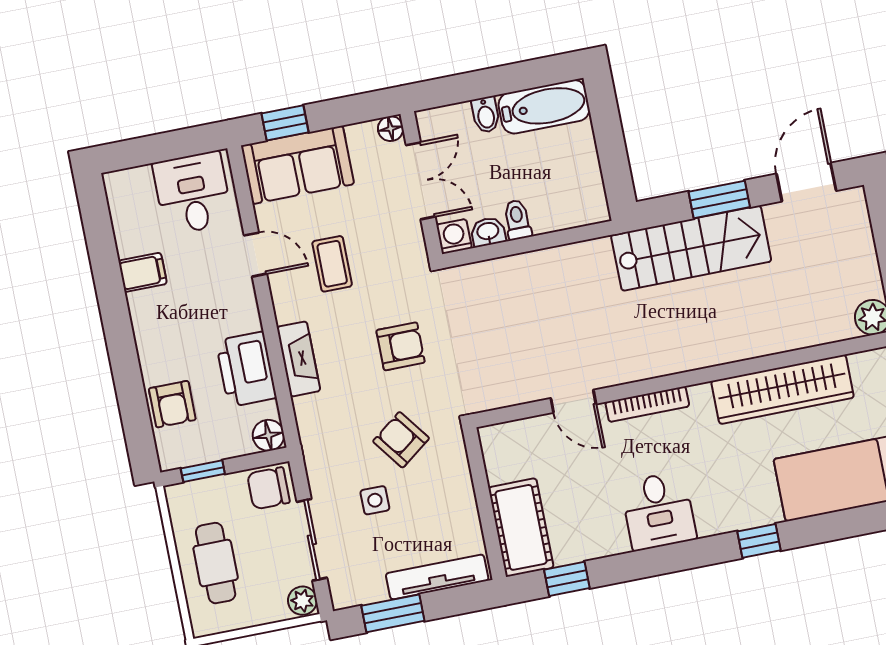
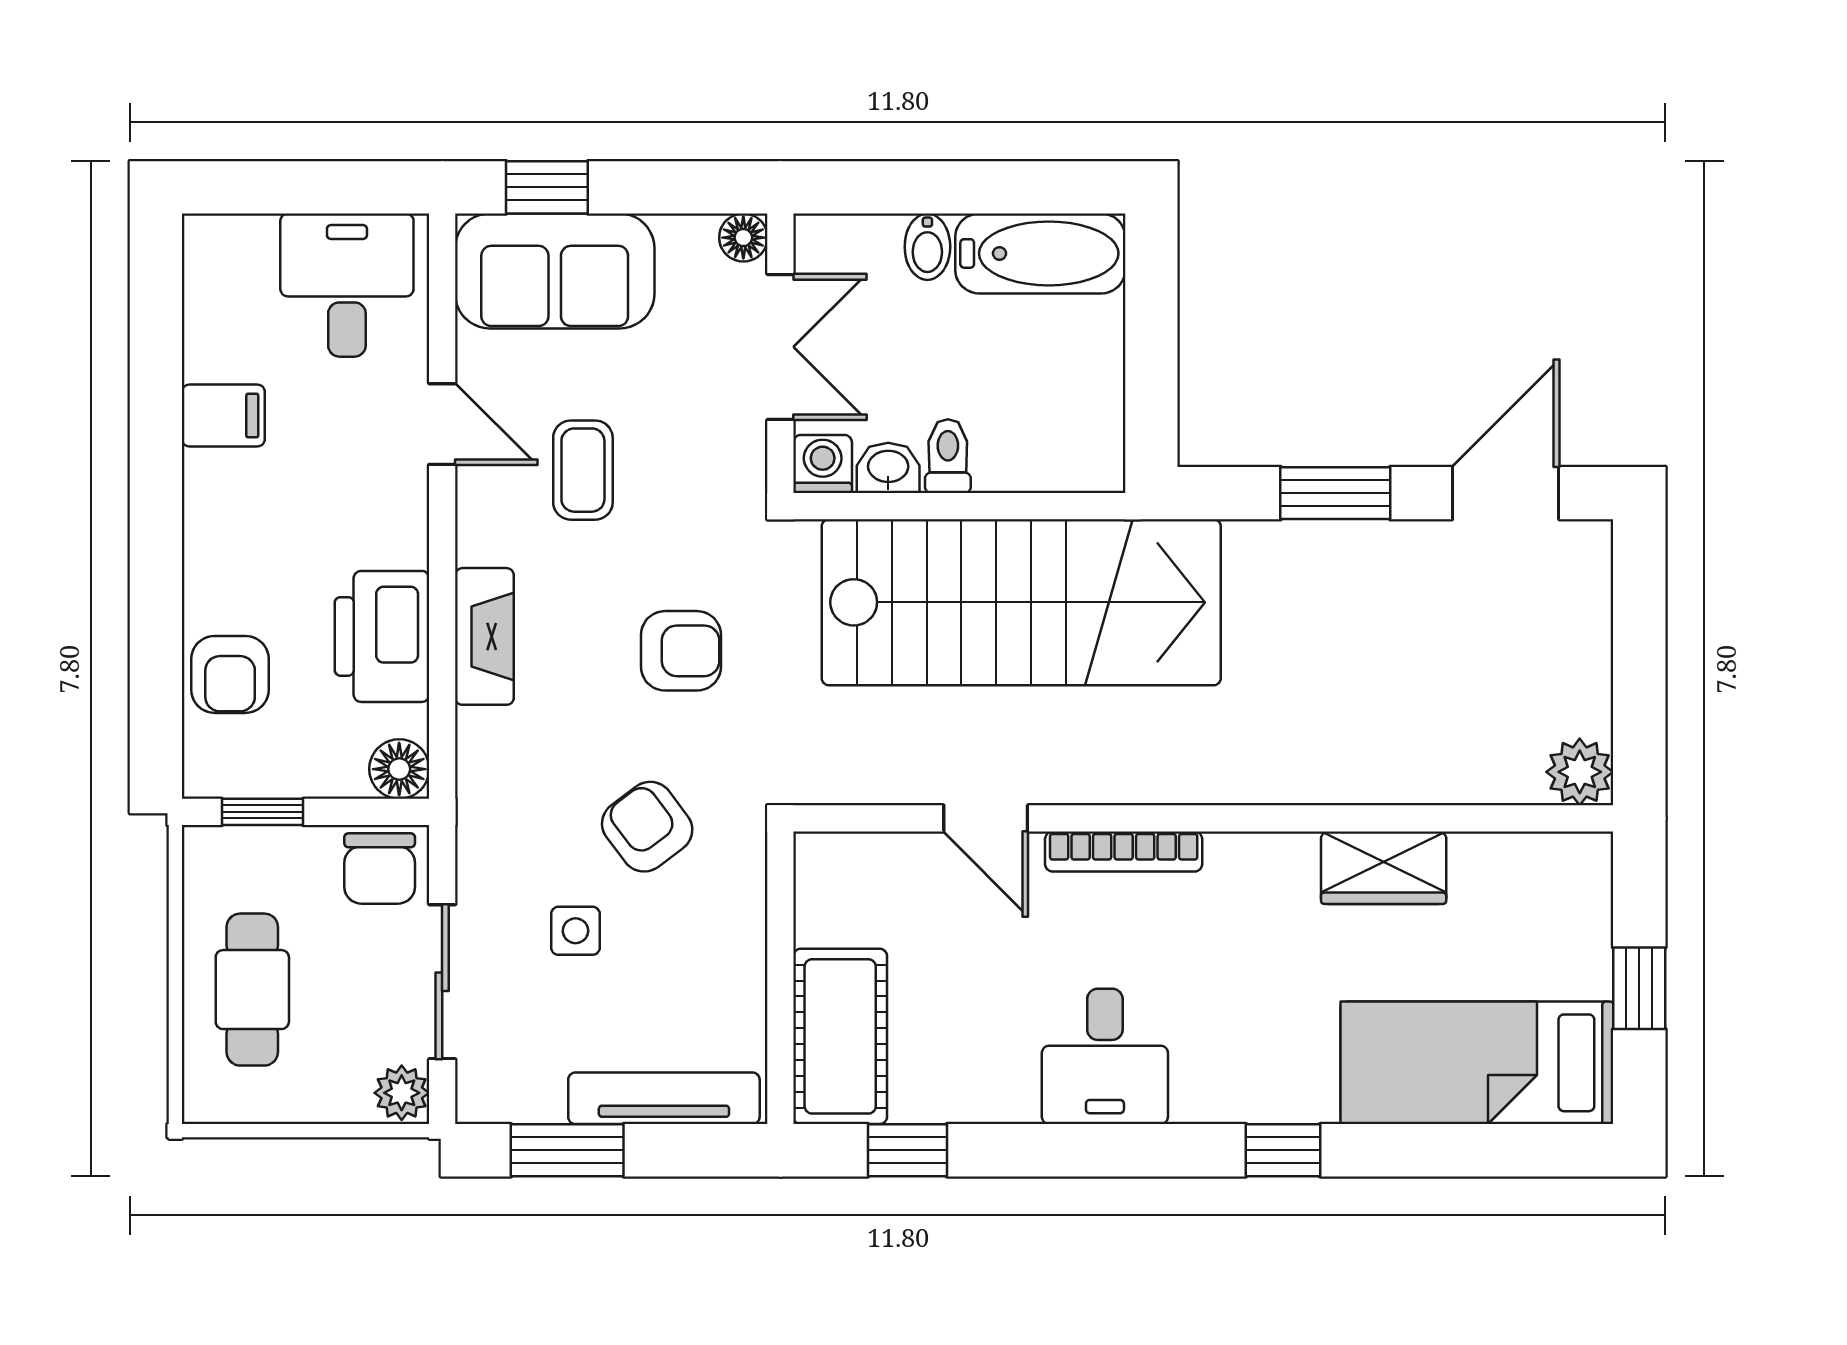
stairs: (691, 248) -> (1021, 602), moved, width x1.36, depth x1.51
wardrobe: (783, 389) -> (1384, 868), width x0.48, depth x0.85
chair: (268, 488) -> (380, 869), turned -90

